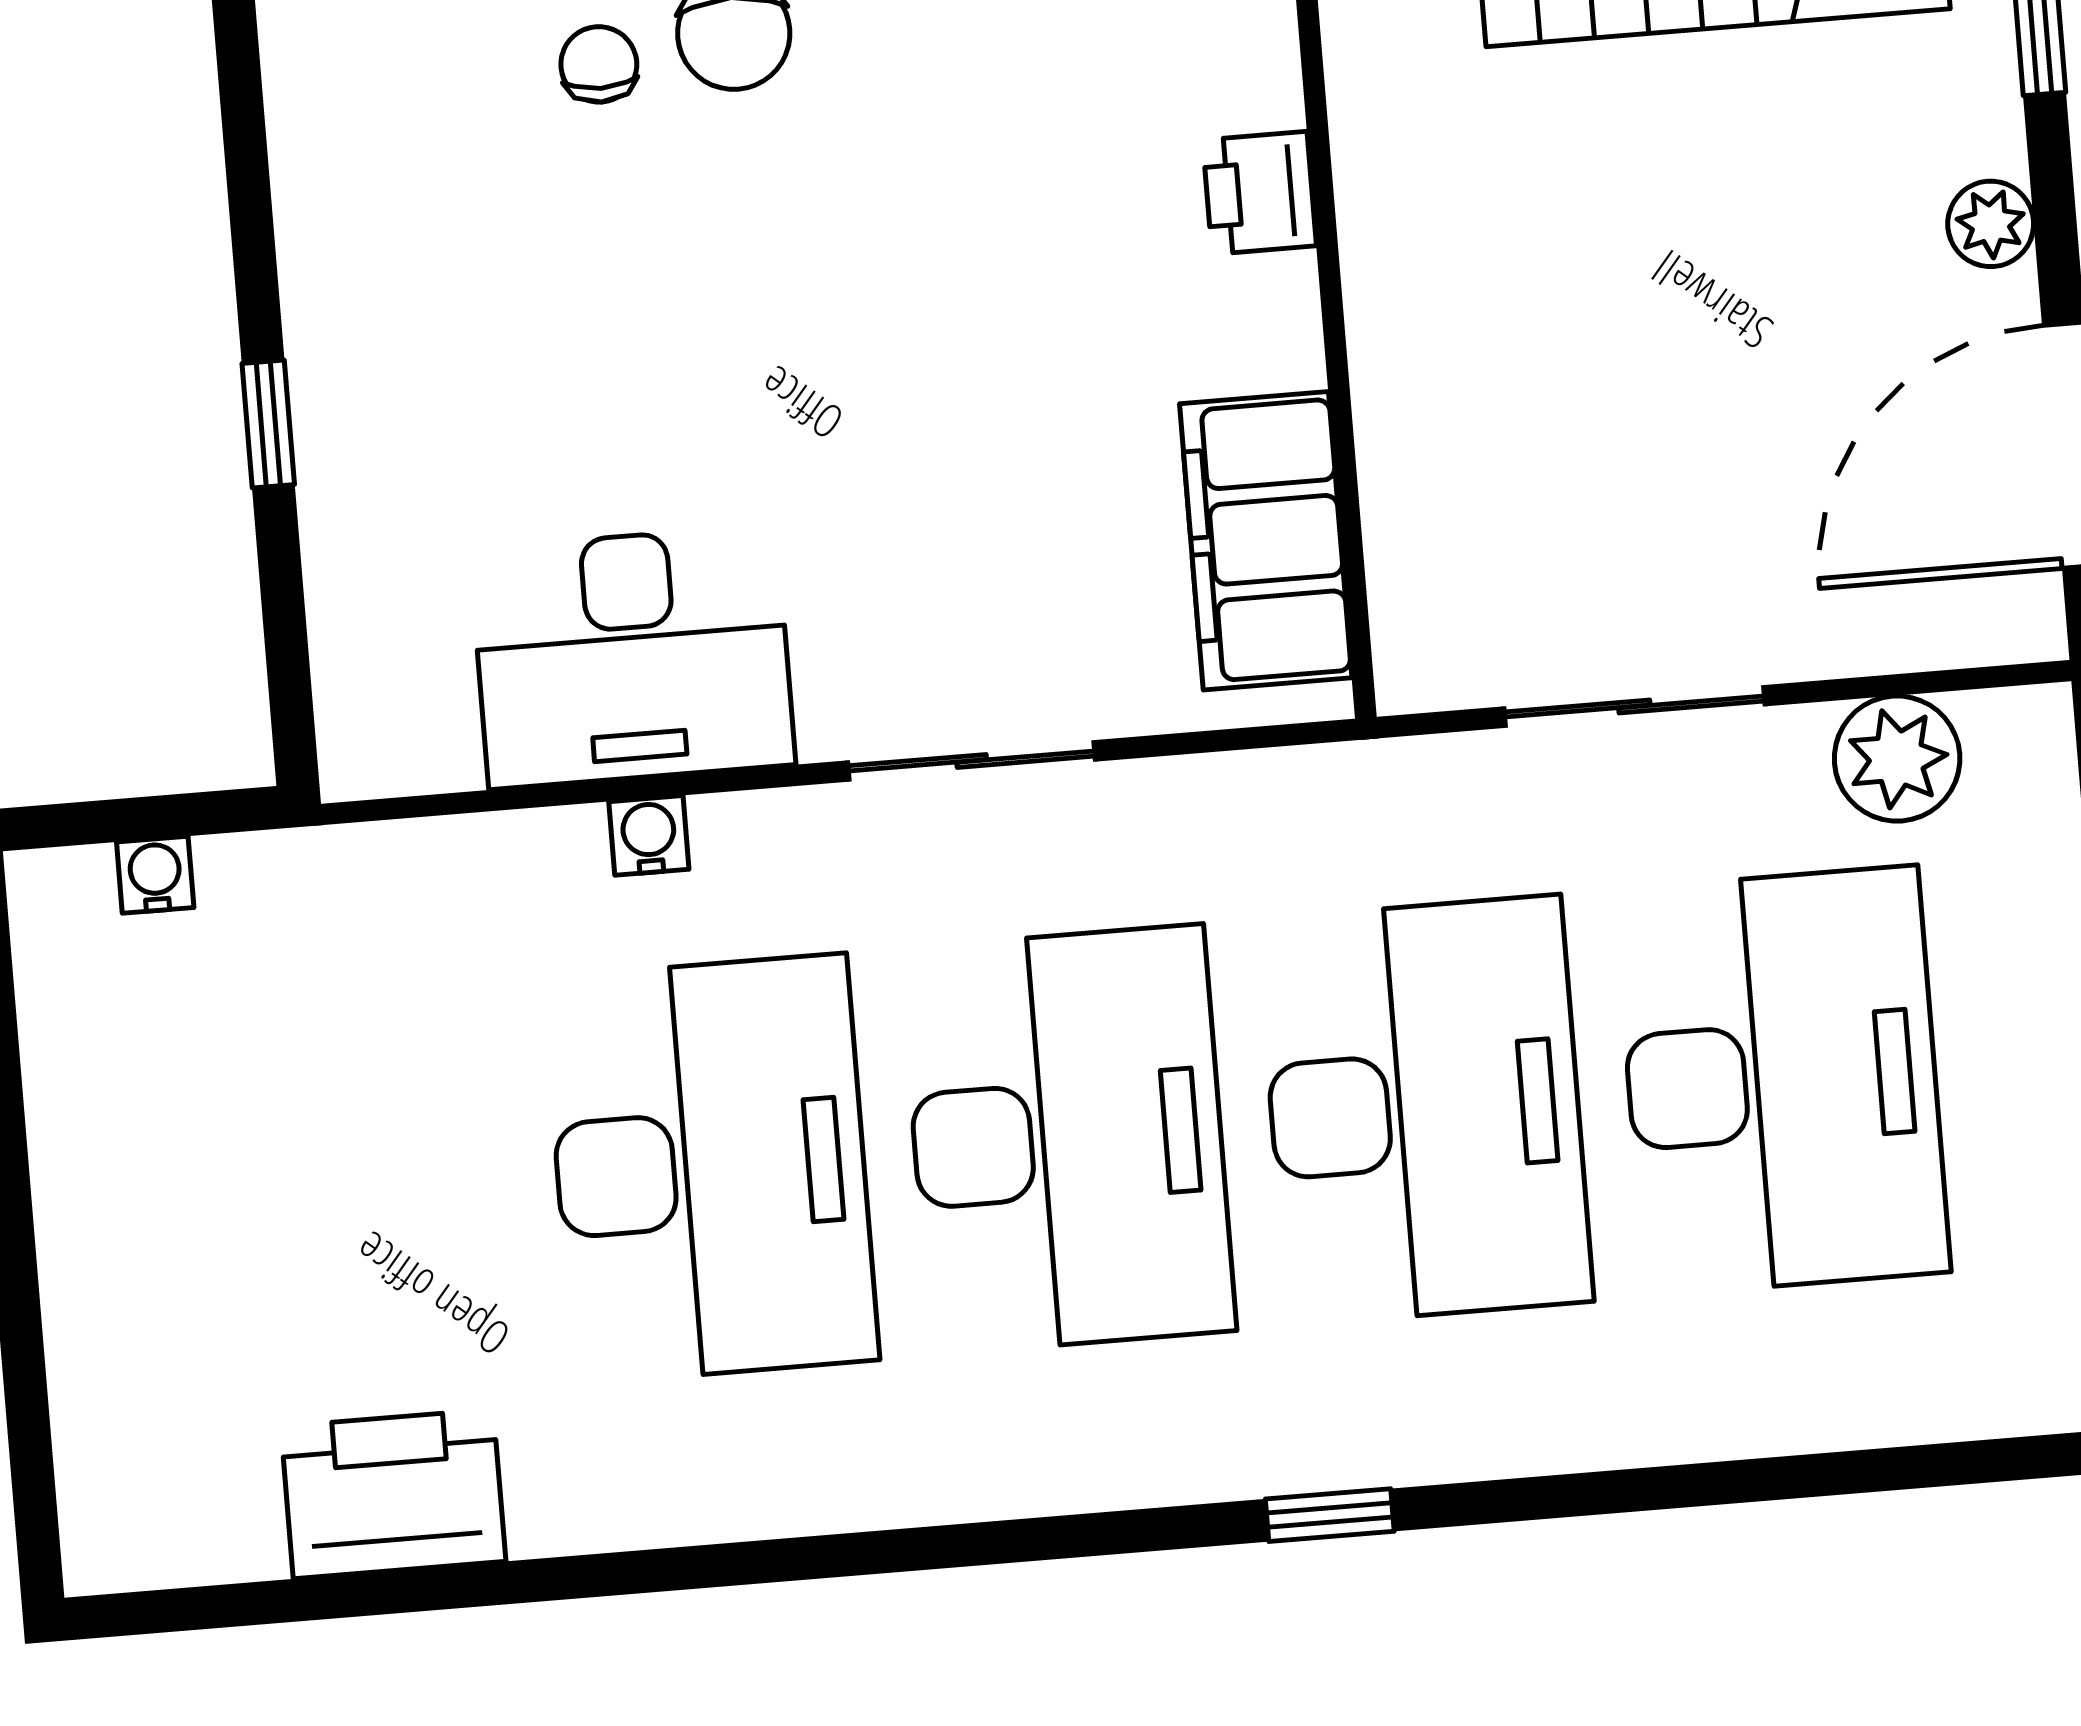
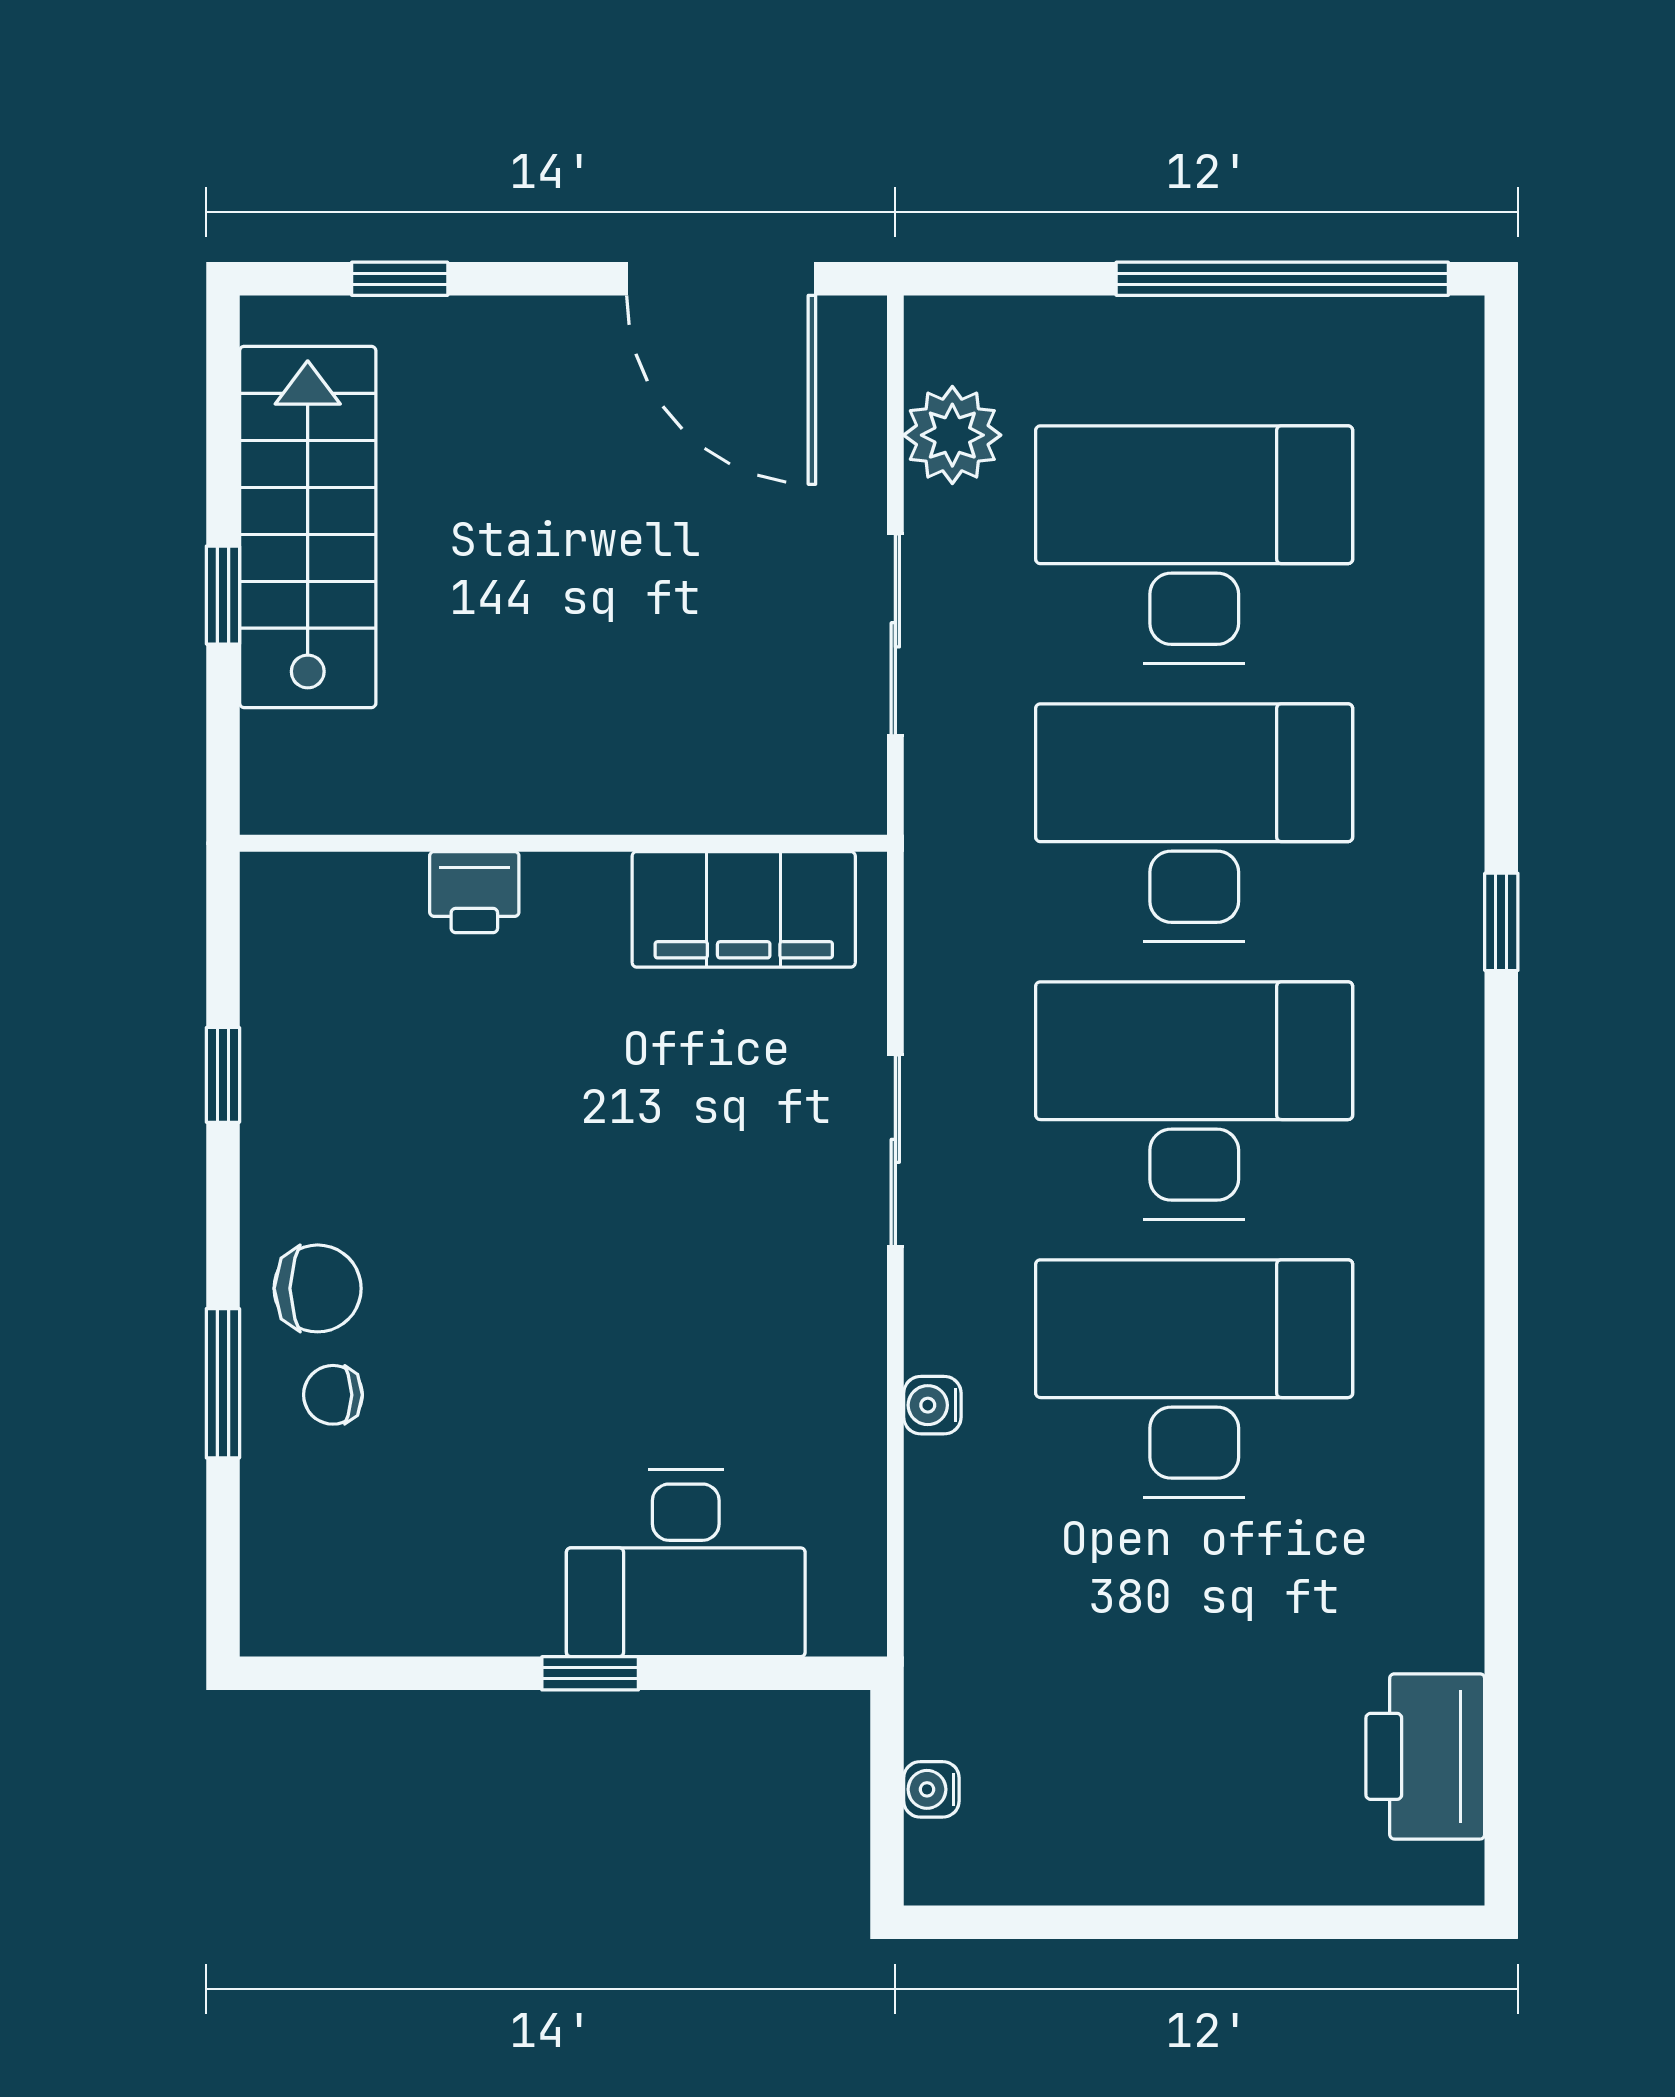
plant: (1991, 224) -> (545, 329), removed
desk: (632, 657) -> (686, 1563), moved, turned 90
printer: (393, 1494) -> (1425, 1756), moved

